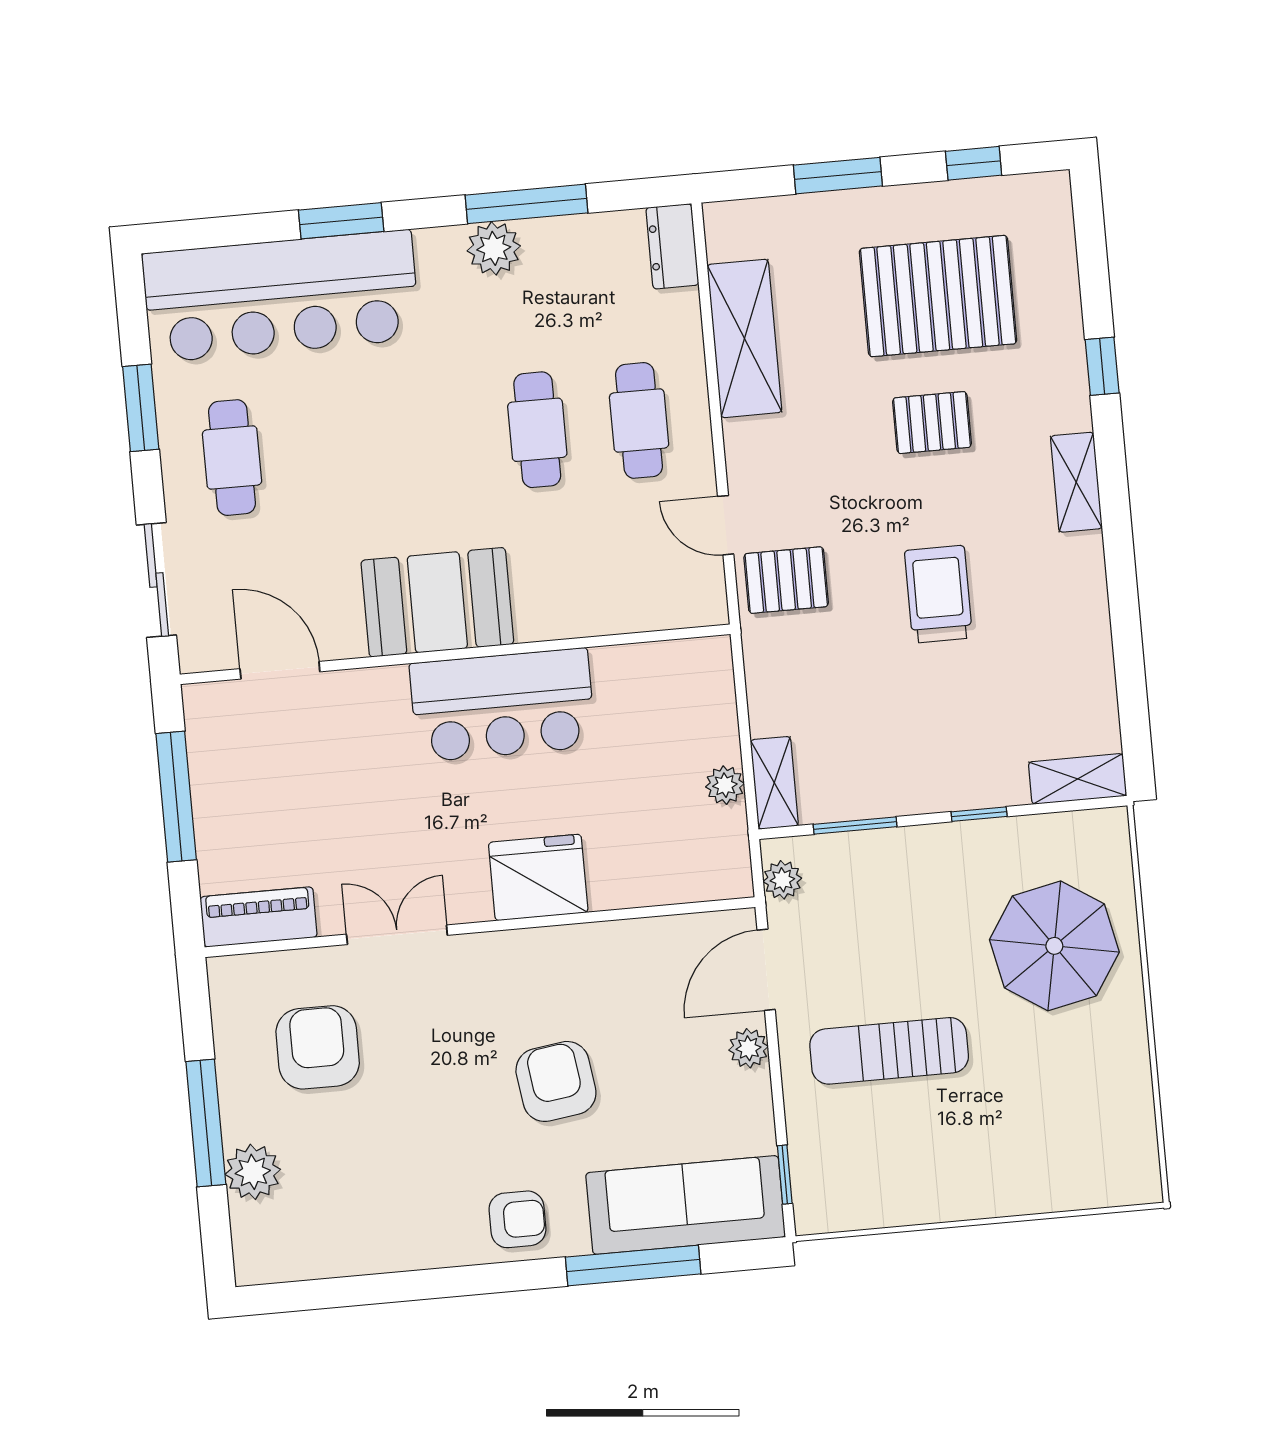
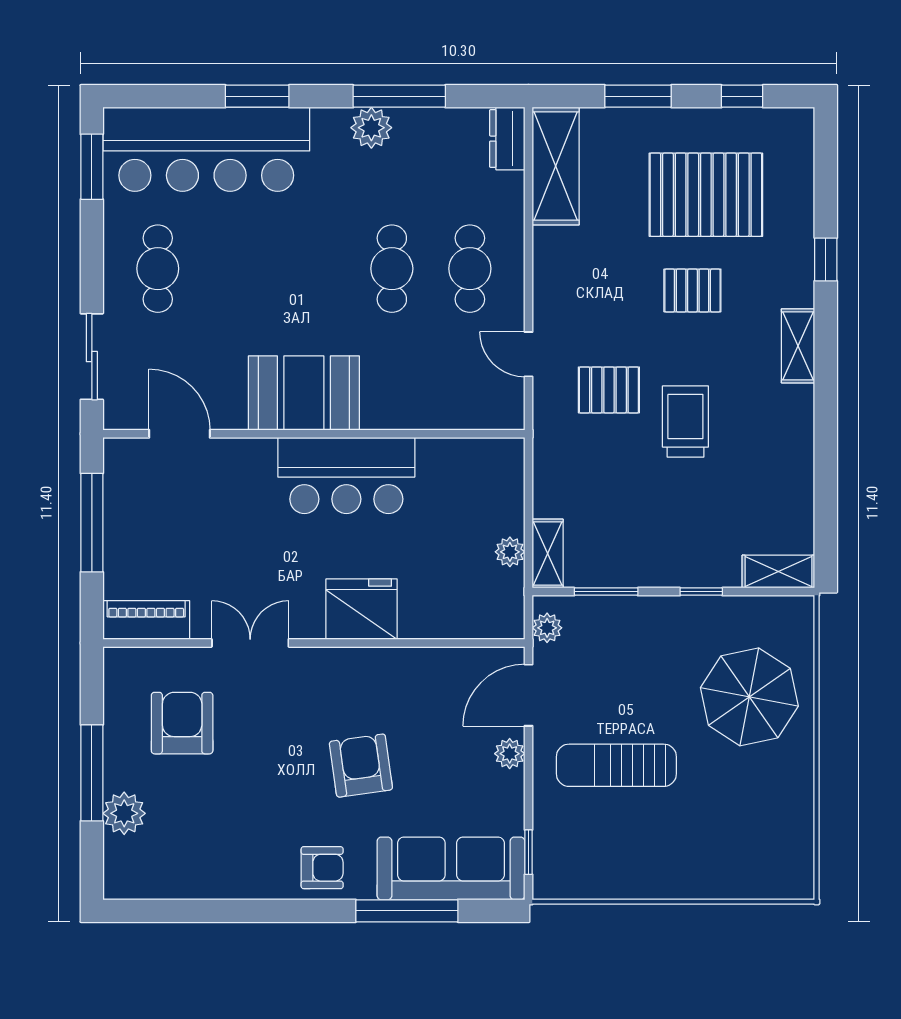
shelving: (744, 338) -> (556, 166), moved
window: (141, 408) -> (92, 167), moved
pallet: (786, 580) -> (609, 390), moved

